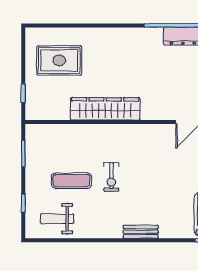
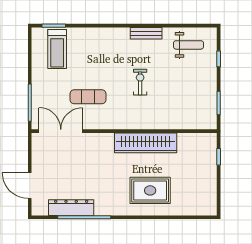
rug: (59, 60) -> (150, 190), moved
exercise mat: (71, 181) -> (88, 97), moved
bench: (141, 232) -> (146, 33), moved

